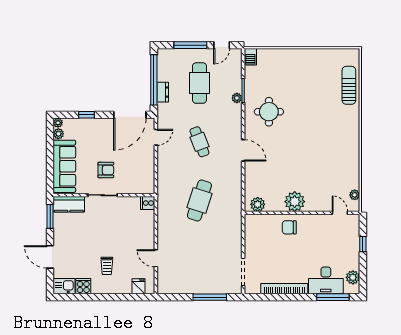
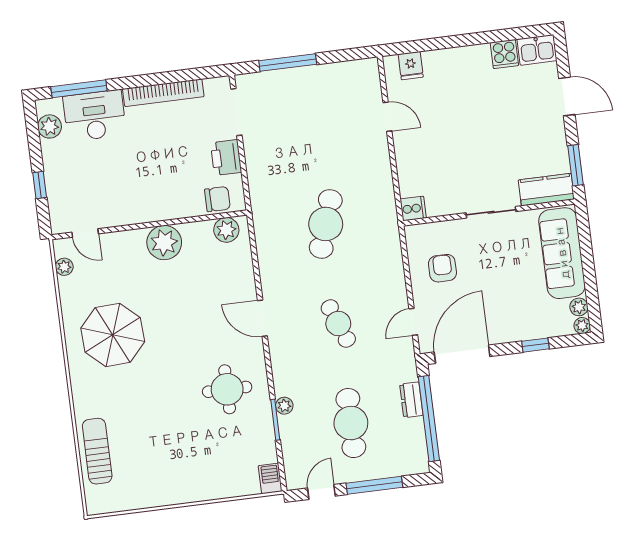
sun lounger: (349, 85) -> (97, 451), turned 180
parasol: (331, 152) -> (113, 335), added
armchair: (106, 170) -> (442, 268), moved, turned 90
chair: (289, 227) -> (217, 199), moved
printer: (252, 246) -> (226, 158), added
trolley: (107, 266) -> (469, 93), removed

